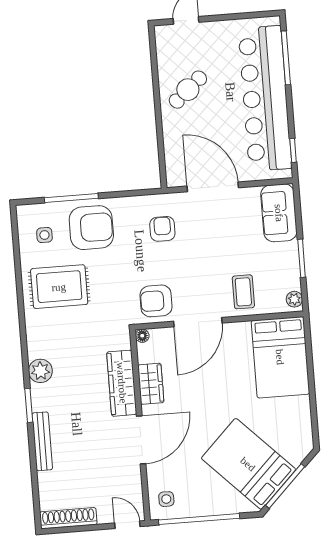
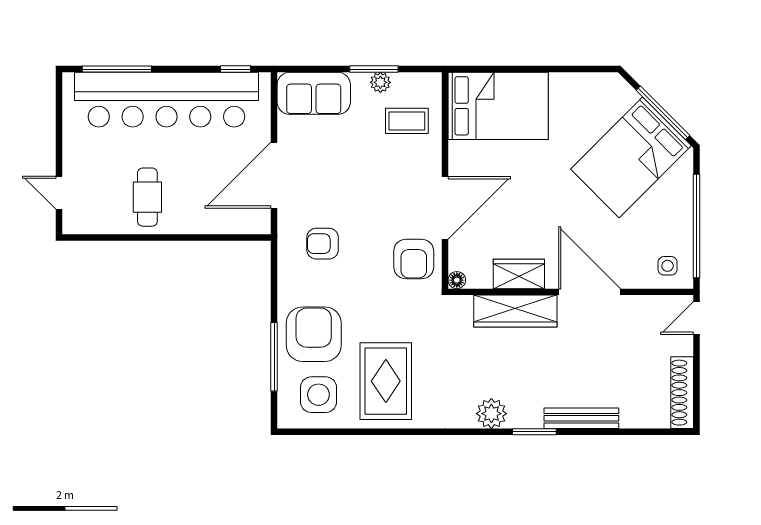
cafe table: (188, 90) -> (147, 197), turned 41
side table: (44, 235) -> (318, 395), width x1.87, depth x1.87
coffee table: (243, 292) -> (407, 121), moved
plant: (294, 299) -> (380, 82), moved
door: (198, 322) -> (445, 208), hinge flipped

